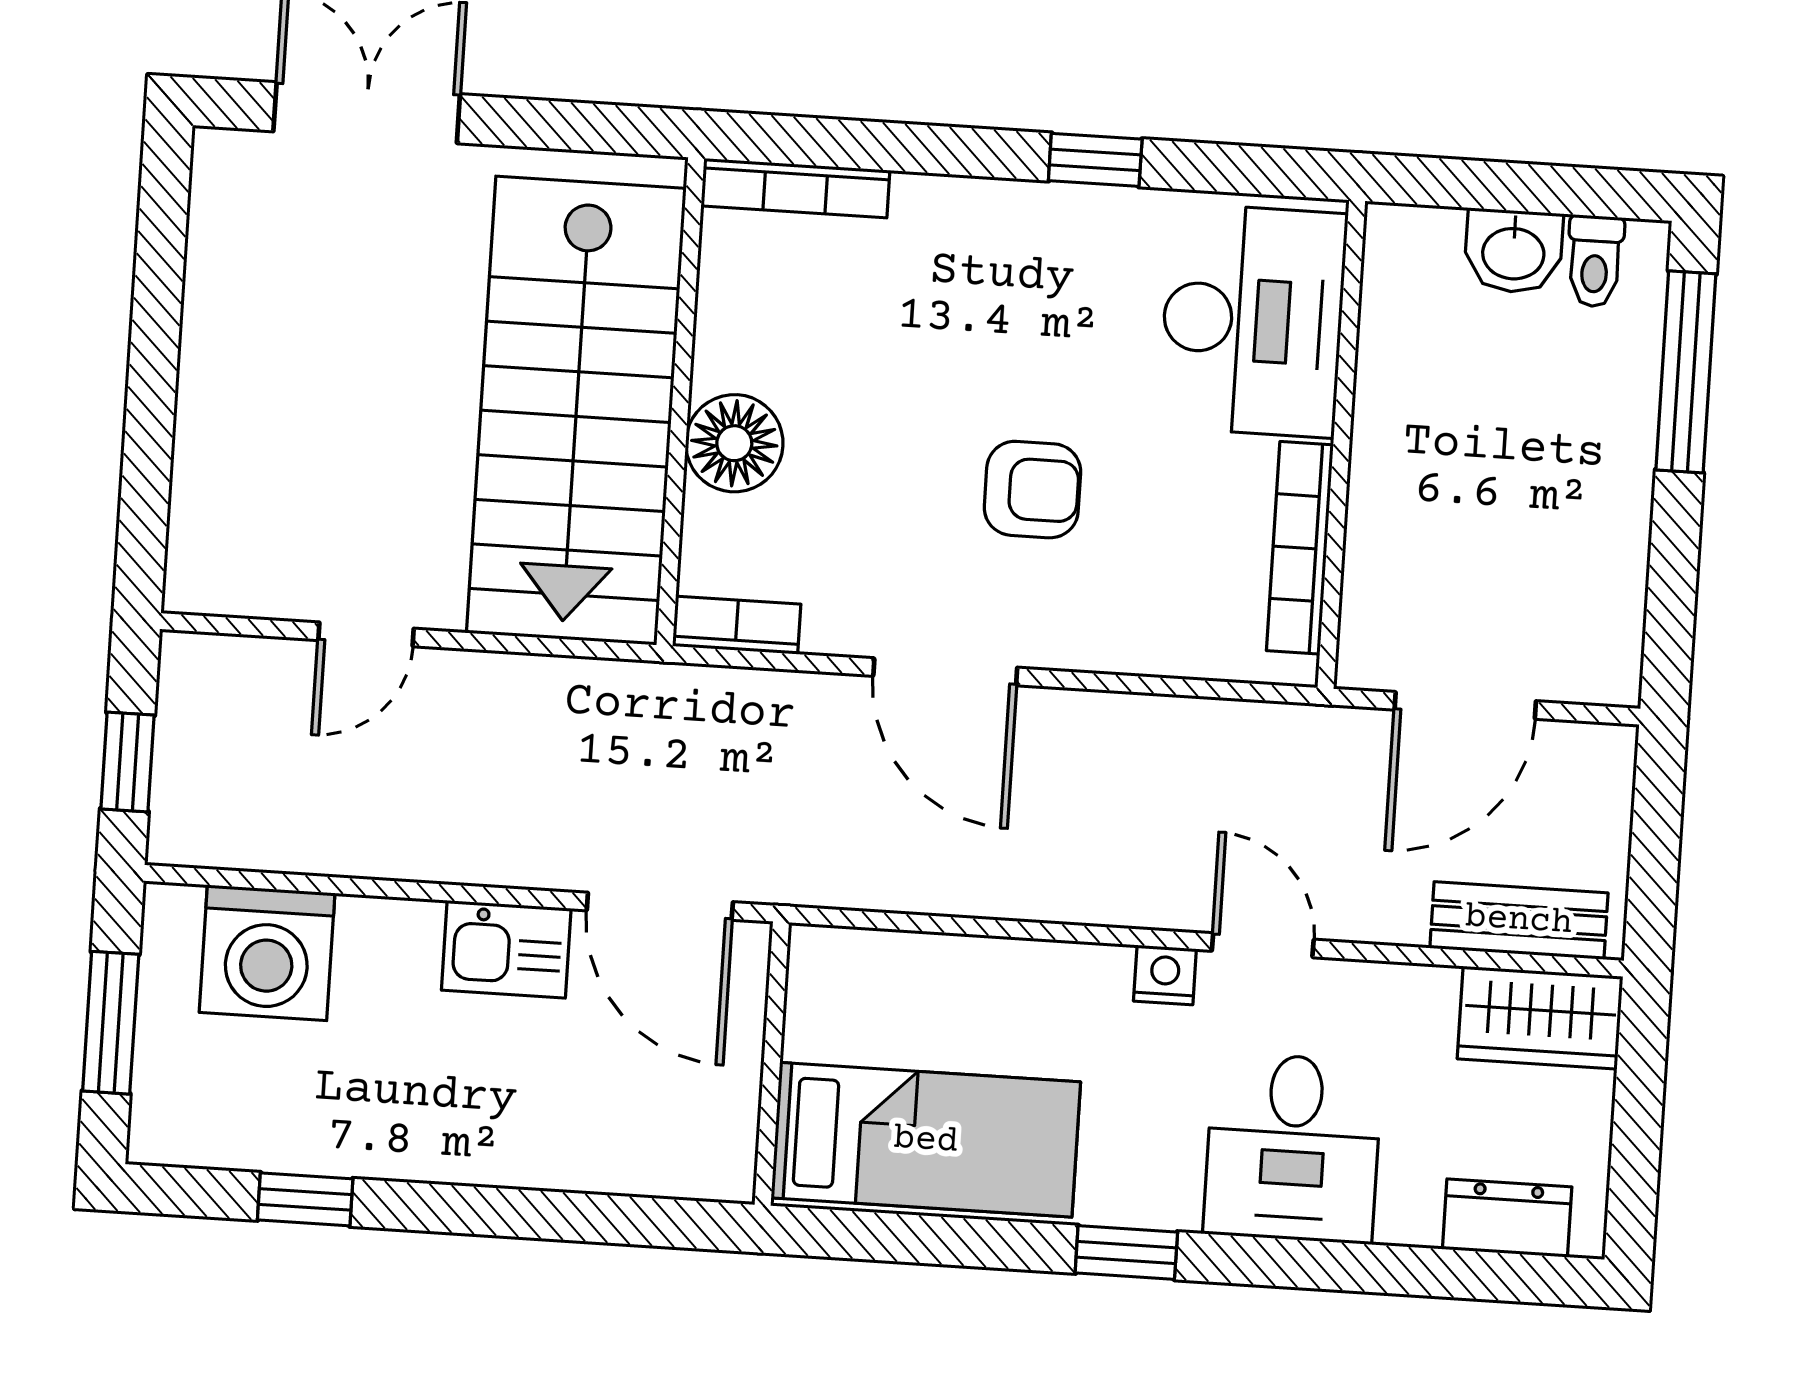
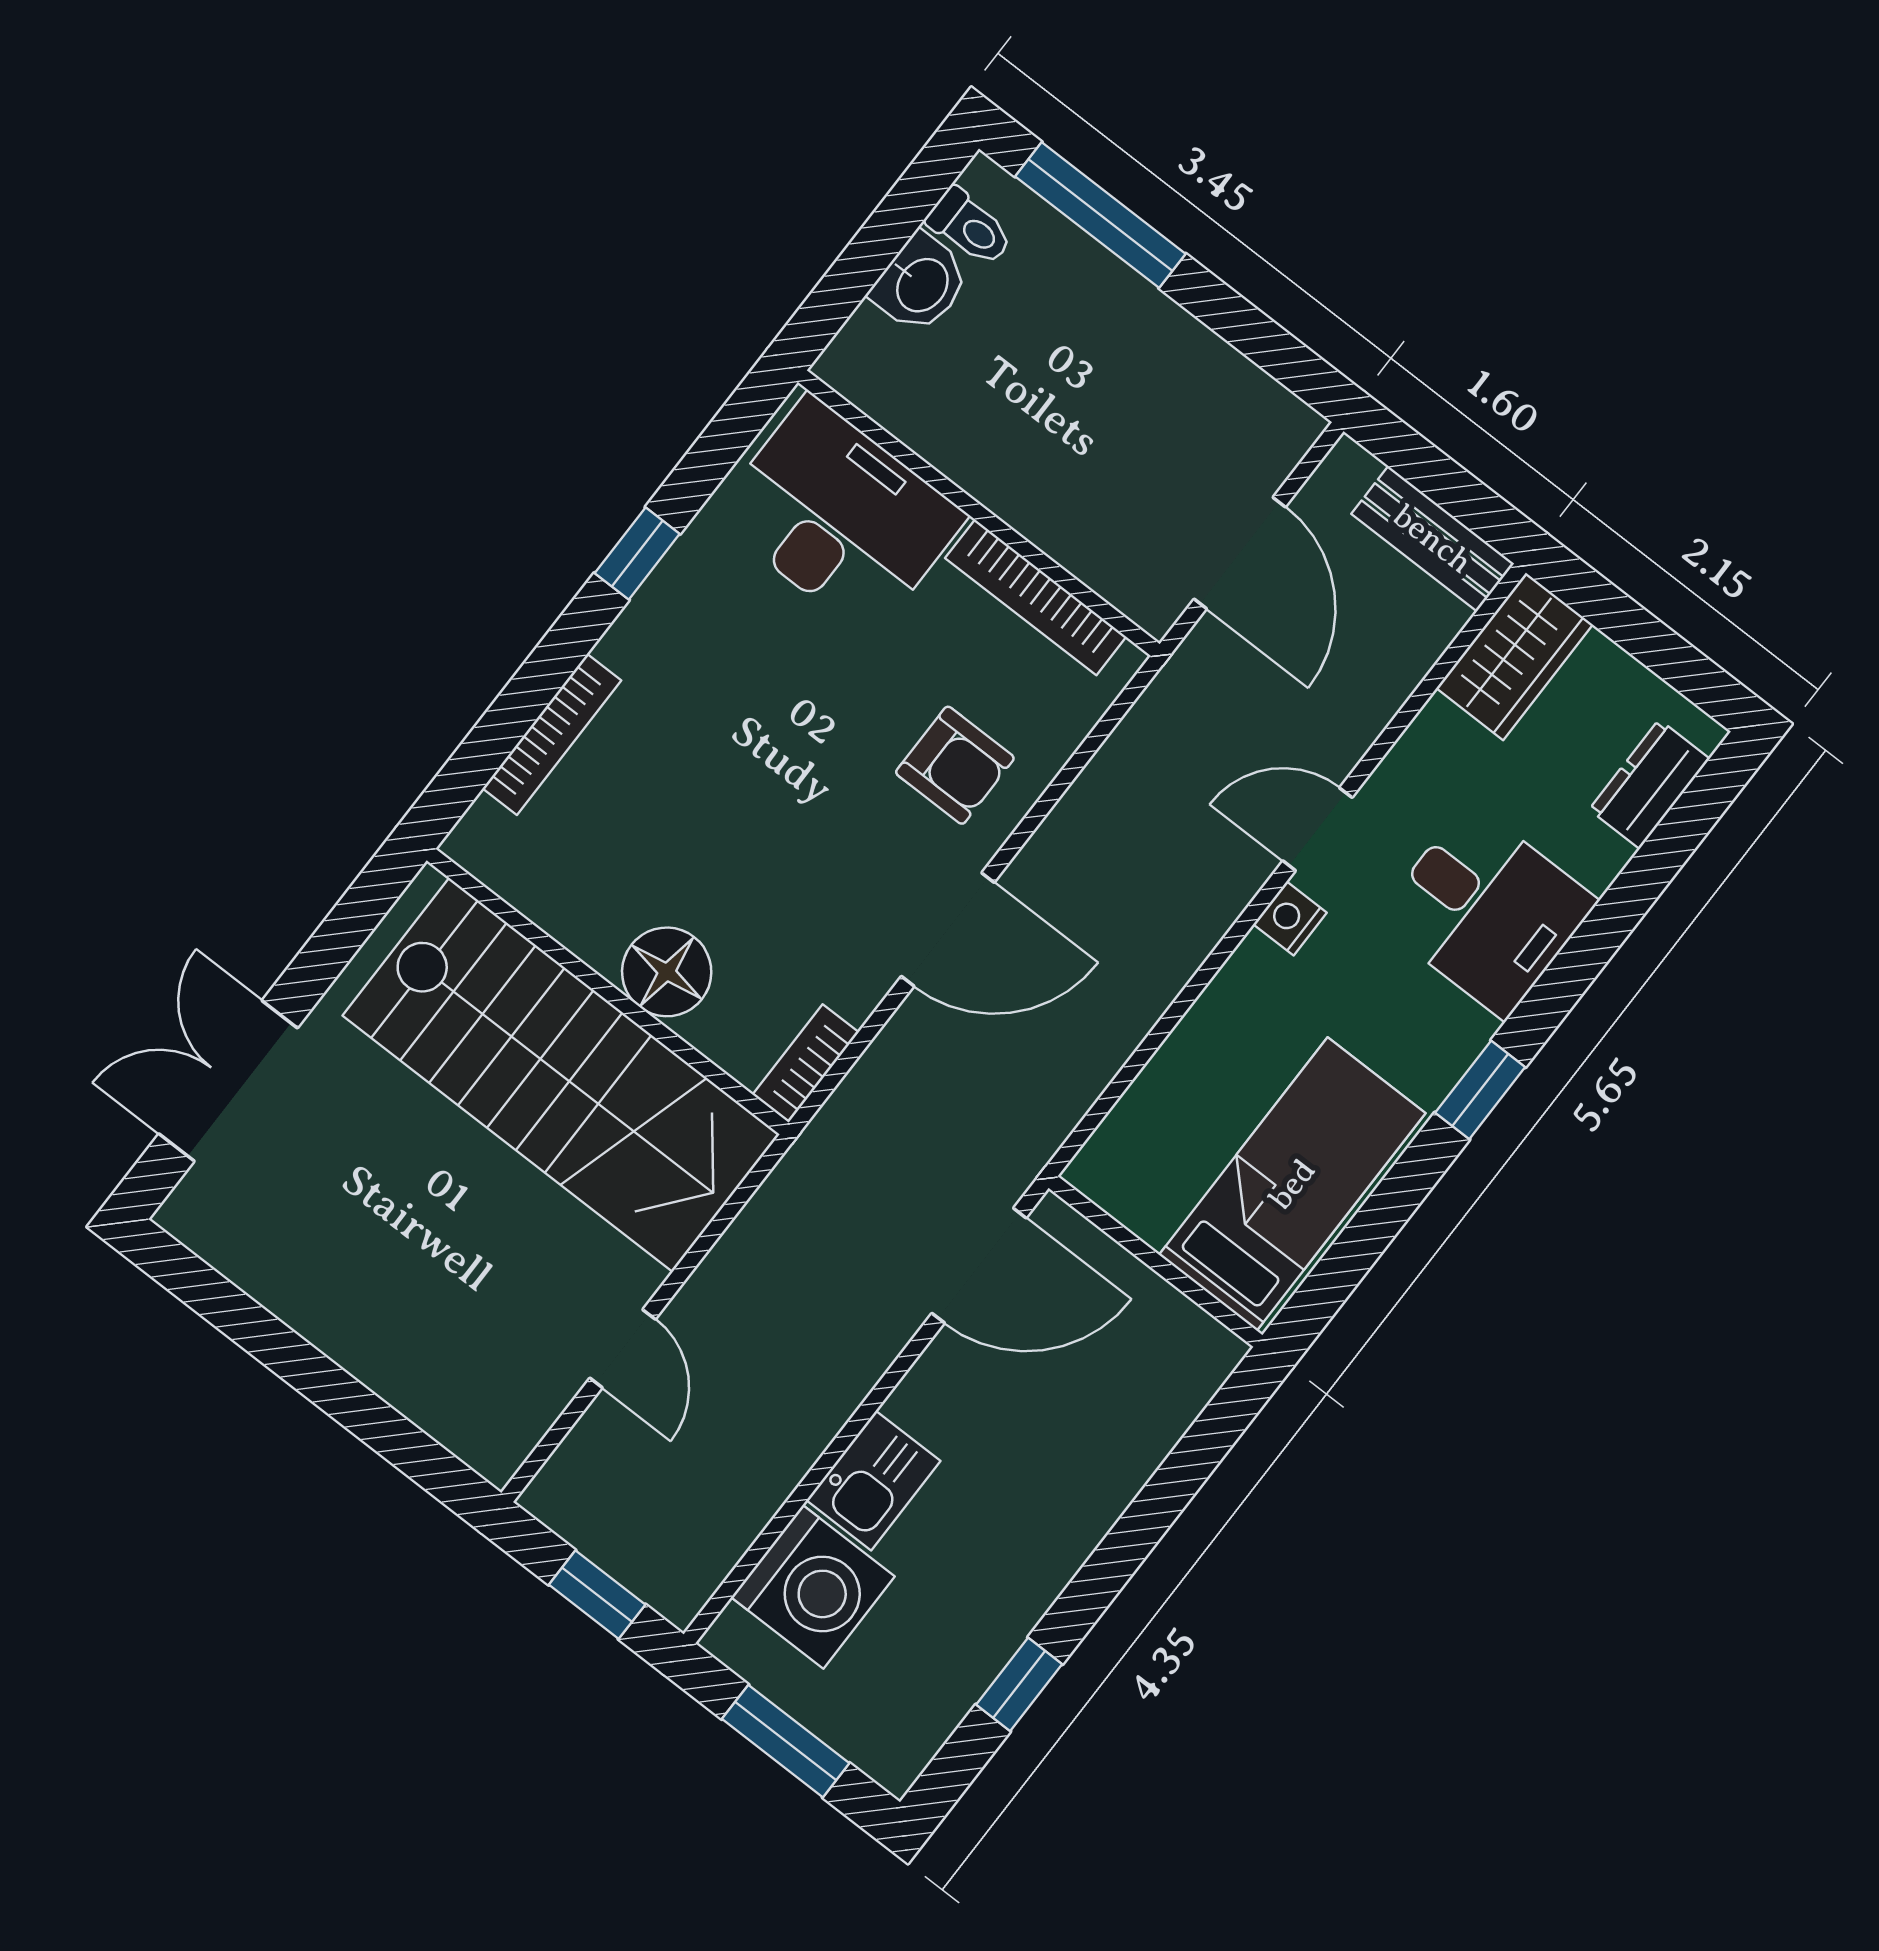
bookcase: (795, 188) -> (552, 734), moved
armchair: (1032, 490) -> (955, 765), moved, turned 90
bench: (1519, 920) -> (1433, 539), moved, turned 90
kitchen sink: (506, 949) -> (873, 1481), moved

